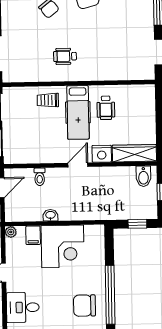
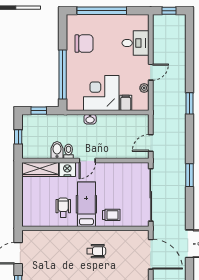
bidet: (143, 176) -> (57, 150), moved
toilet: (40, 177) -> (68, 151), moved
washbasin: (50, 215) -> (90, 119), moved
plant: (11, 232) -> (144, 88), moved
window: (110, 295) -> (63, 74), moved

